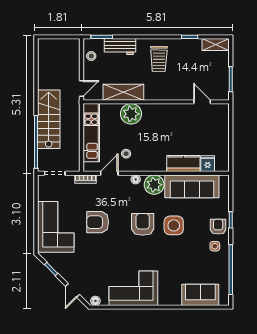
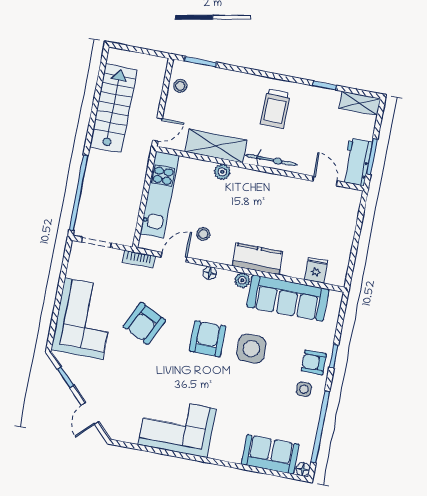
workbench: (120, 47) -> (357, 162), moved, turned 90
bicycle: (163, 95) -> (271, 160), added
plant: (131, 114) -> (222, 172), width x0.53, depth x0.53
stairs: (49, 119) -> (113, 108), moved
kitchen counter: (183, 163) -> (258, 259), moved
plant: (154, 185) -> (242, 280), width x0.53, depth x0.53
armchair: (98, 222) -> (144, 323), turned -64
armchair: (218, 227) -> (314, 362), turned -90
floor lamp: (95, 301) -> (303, 469), moved

